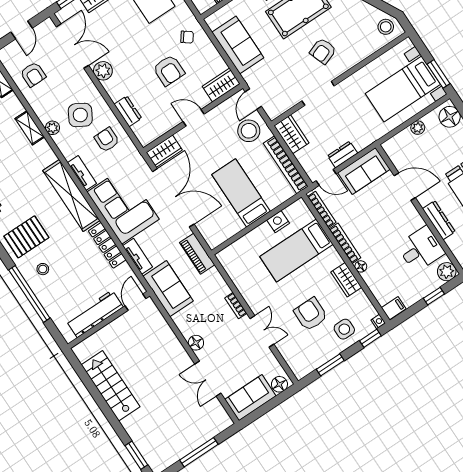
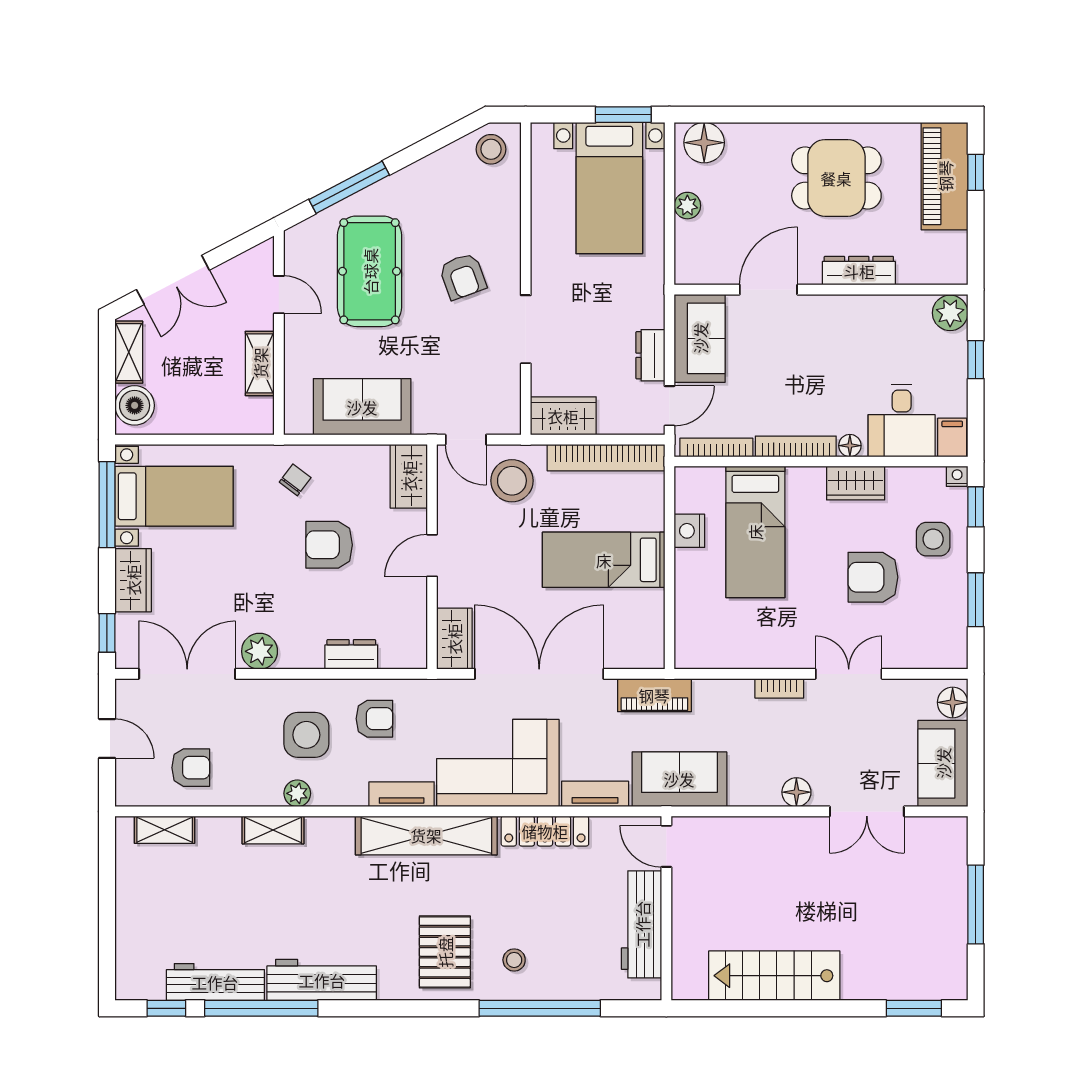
armchair: (169, 70) -> (329, 545), turned 180
side table: (80, 115) -> (306, 735), turned -30
armchair: (107, 140) -> (374, 719), turned 180
desk: (421, 249) -> (902, 421), moved, turned 180

